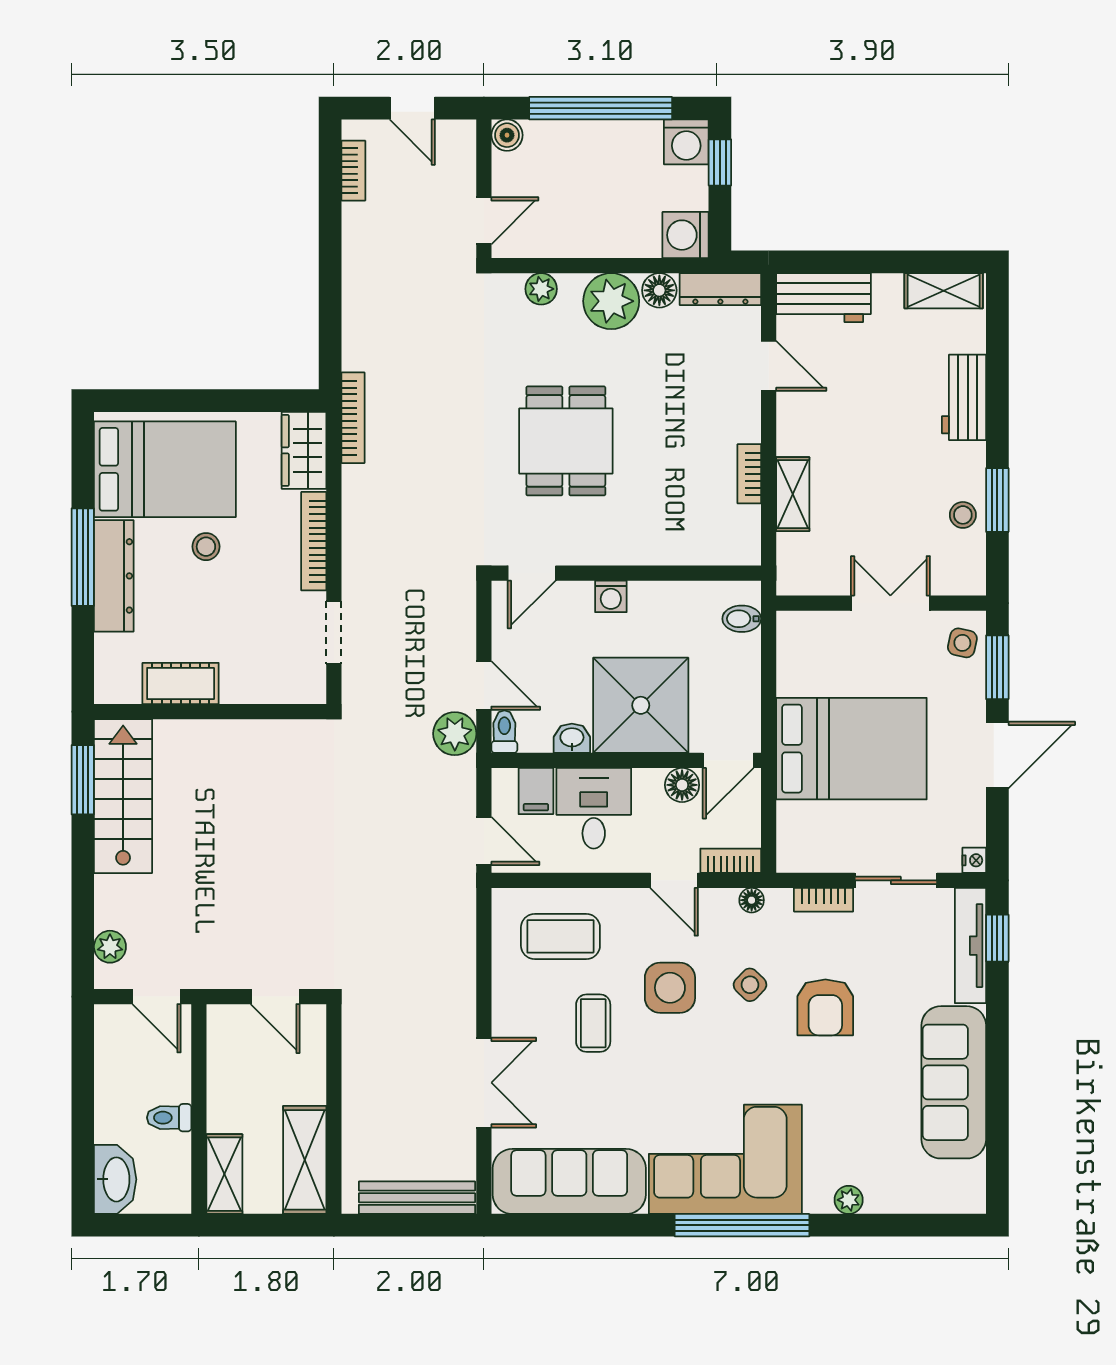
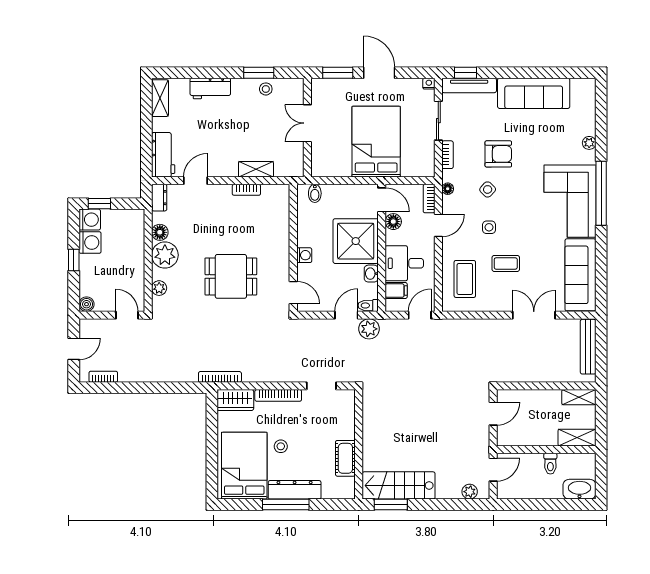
window: (601, 108) -> (74, 260), width x0.32
washing machine: (686, 235) -> (90, 242), moved, turned -90
dresser: (720, 289) -> (159, 198), width x0.70
side table: (962, 643) -> (326, 89), removed
side table: (670, 988) -> (489, 227), width x0.54, depth x0.54
shelving: (305, 1160) -> (579, 397), width x0.67, depth x0.75

